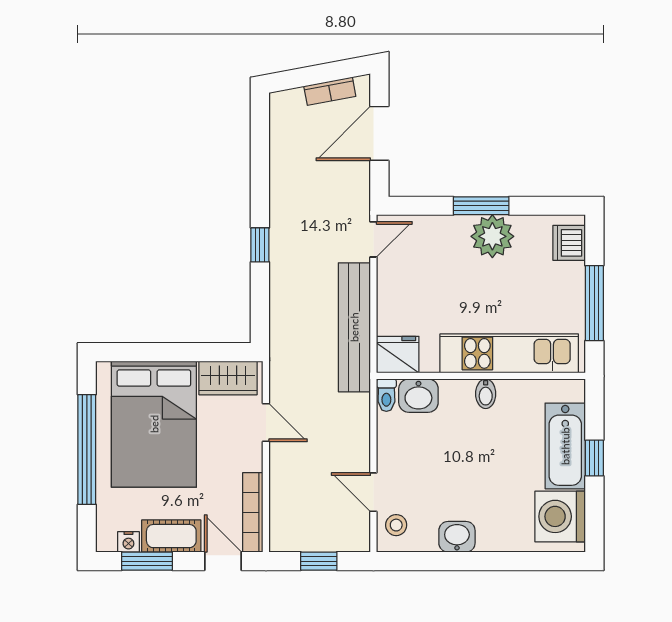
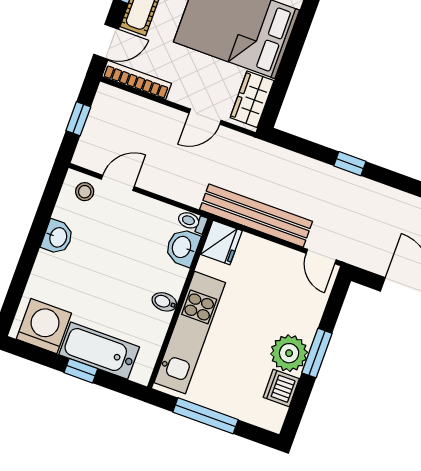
dishwasher: (569, 243) -> (281, 388), moved, turned -90

